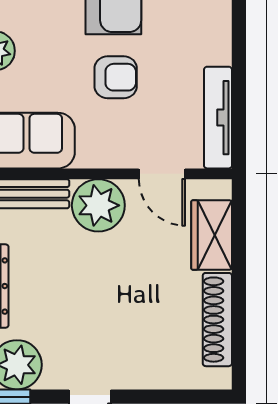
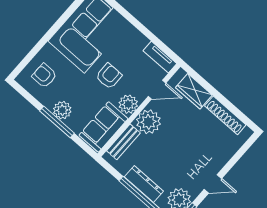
tv unit: (218, 118) -> (160, 57), width x0.71
plant: (98, 148) -> (128, 104), added

